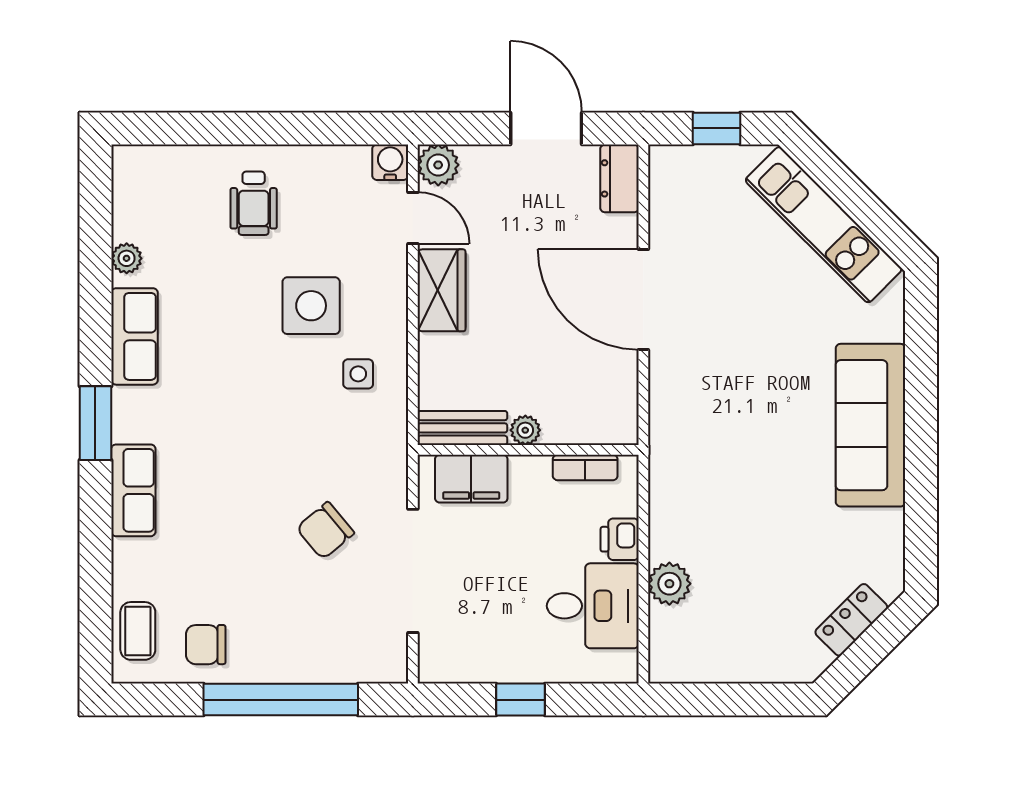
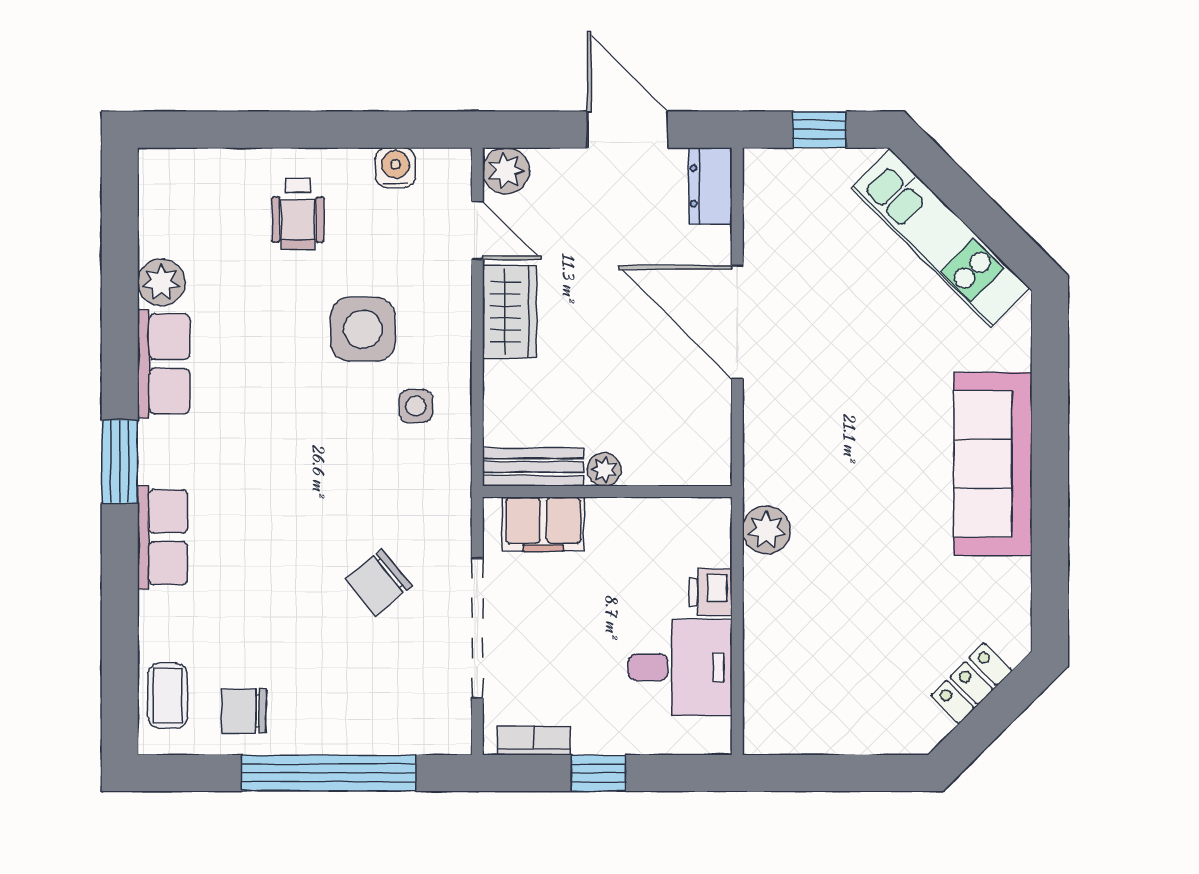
water cooler: (390, 162) -> (395, 168), moved
plant: (127, 258) -> (161, 282), width x1.38, depth x1.38
bookcase: (585, 467) -> (534, 740), moved, turned 180
plant: (669, 584) -> (766, 530), moved

